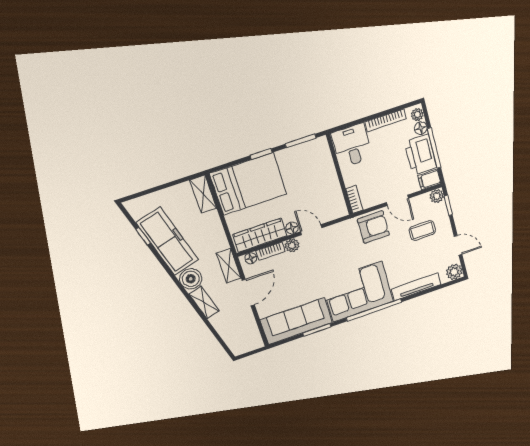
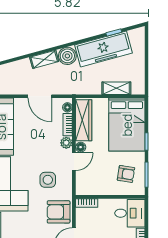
armchair: (307, 165) -> (126, 174), added
shelving: (203, 194) -> (116, 88), moved
armchair: (373, 227) -> (59, 212), turned 90
side table: (341, 251) -> (48, 180), added
shelving: (229, 266) -> (67, 88), removed

